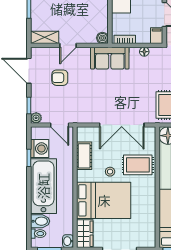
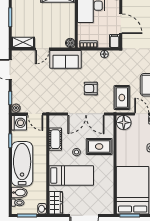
sofa: (110, 58) -> (66, 59), moved
armchair: (60, 78) -> (91, 88), moved
washing machine: (40, 148) -> (19, 123), moved
bed: (104, 200) -> (71, 175), width x0.67

